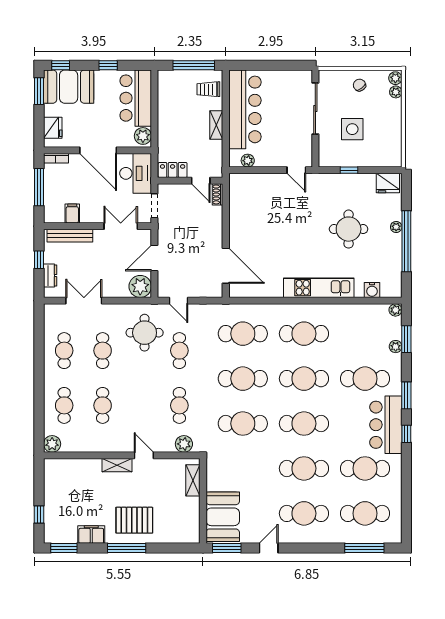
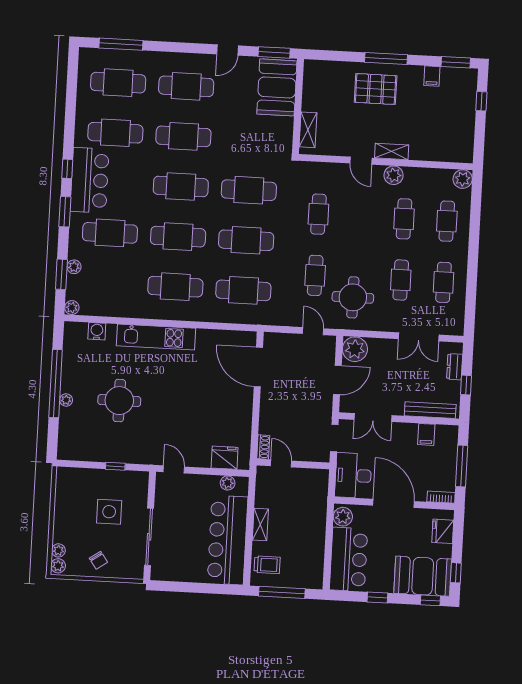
window: (39, 91) -> (456, 573), width x0.67
locker: (173, 170) -> (312, 477), removed
fridge: (388, 183) -> (225, 458), moved
plant: (184, 444) -> (394, 175), moved
filing cabinet: (91, 535) -> (432, 76), width x0.50

